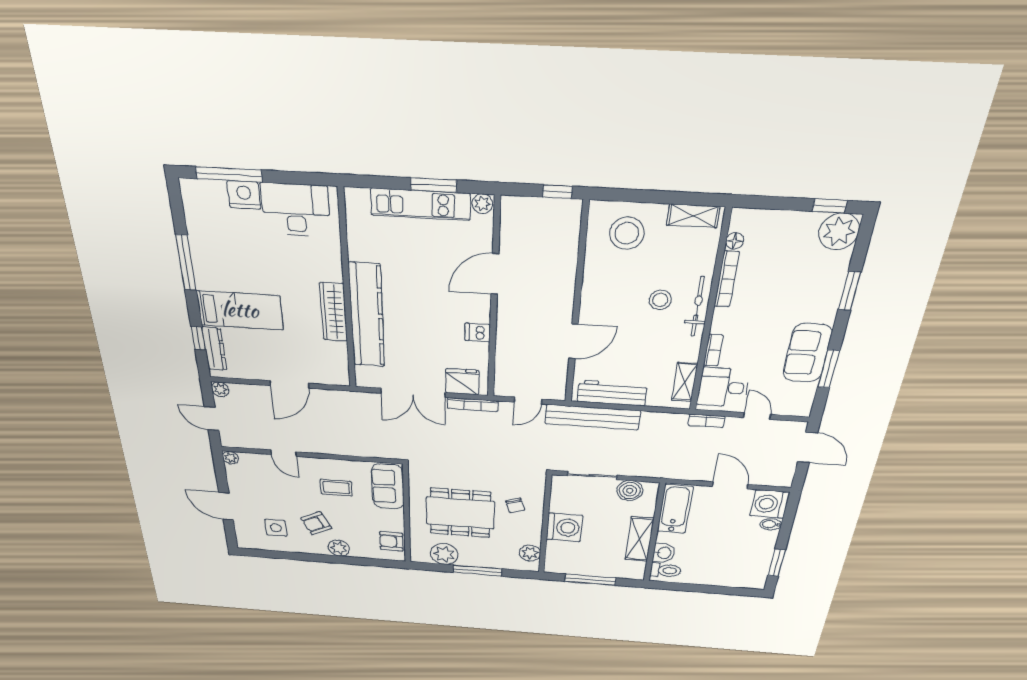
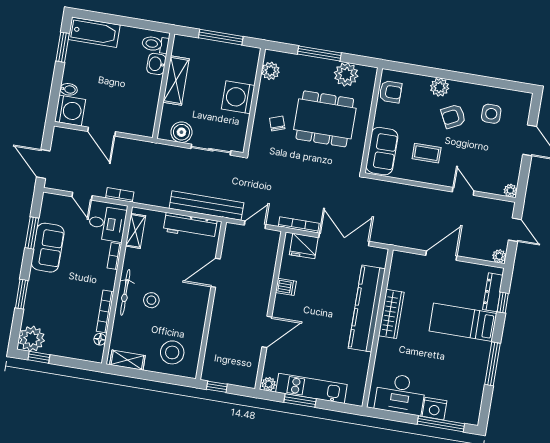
bathtub: (675, 509) -> (94, 32), moved, turned -90
armchair: (316, 523) -> (453, 116), turned 180

